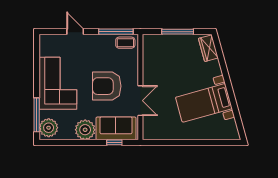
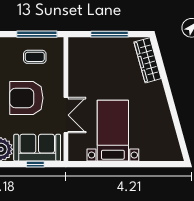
coffee table: (125, 43) -> (35, 57), moved
wardrobe: (208, 48) -> (148, 60), width x1.50
bed with nightstands: (204, 103) -> (113, 131), moved, turned 105

